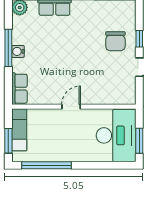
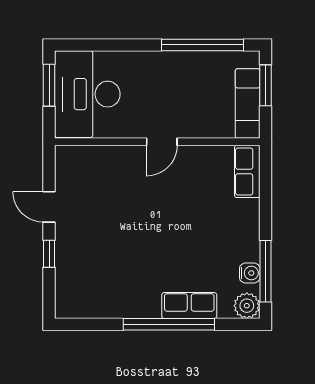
chair: (115, 41) -> (89, 250), removed
window: (8, 48) -> (265, 271), moved
water cooler: (18, 51) -> (250, 273), moved

